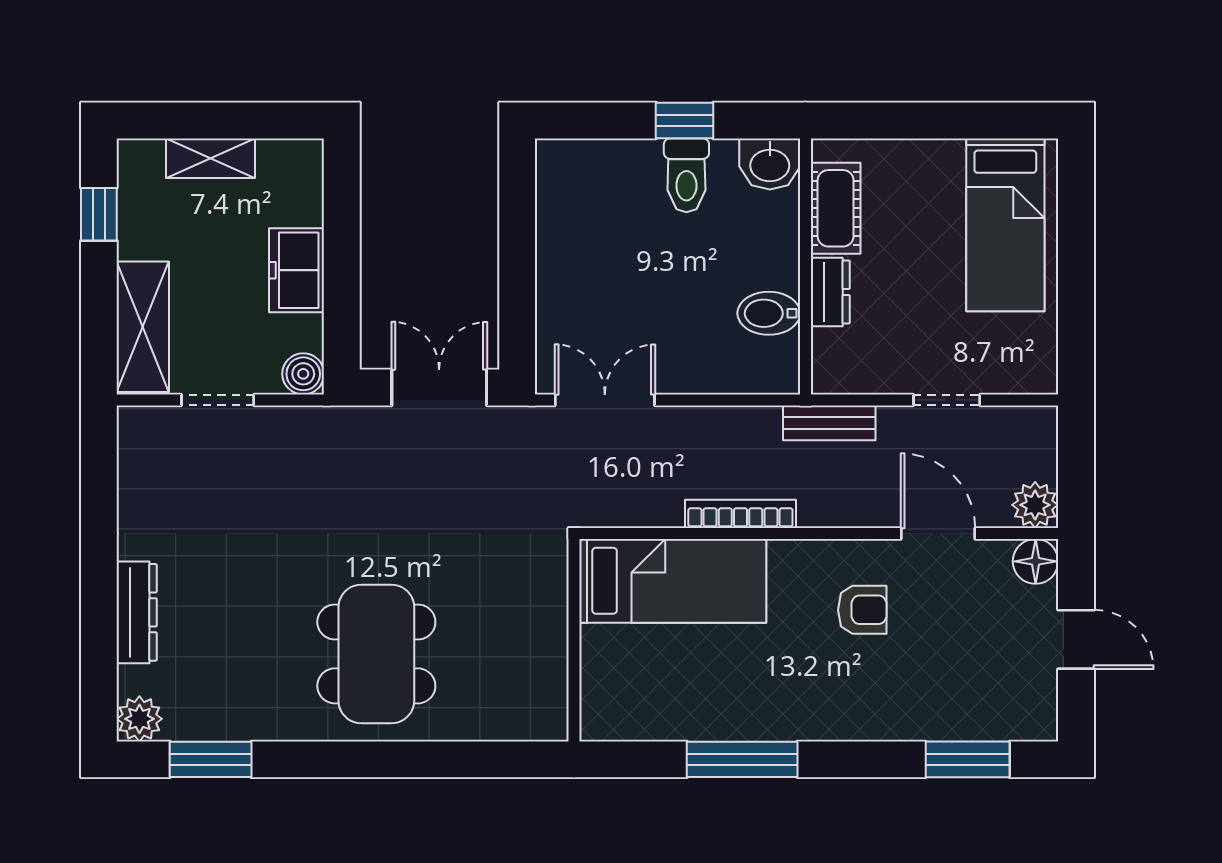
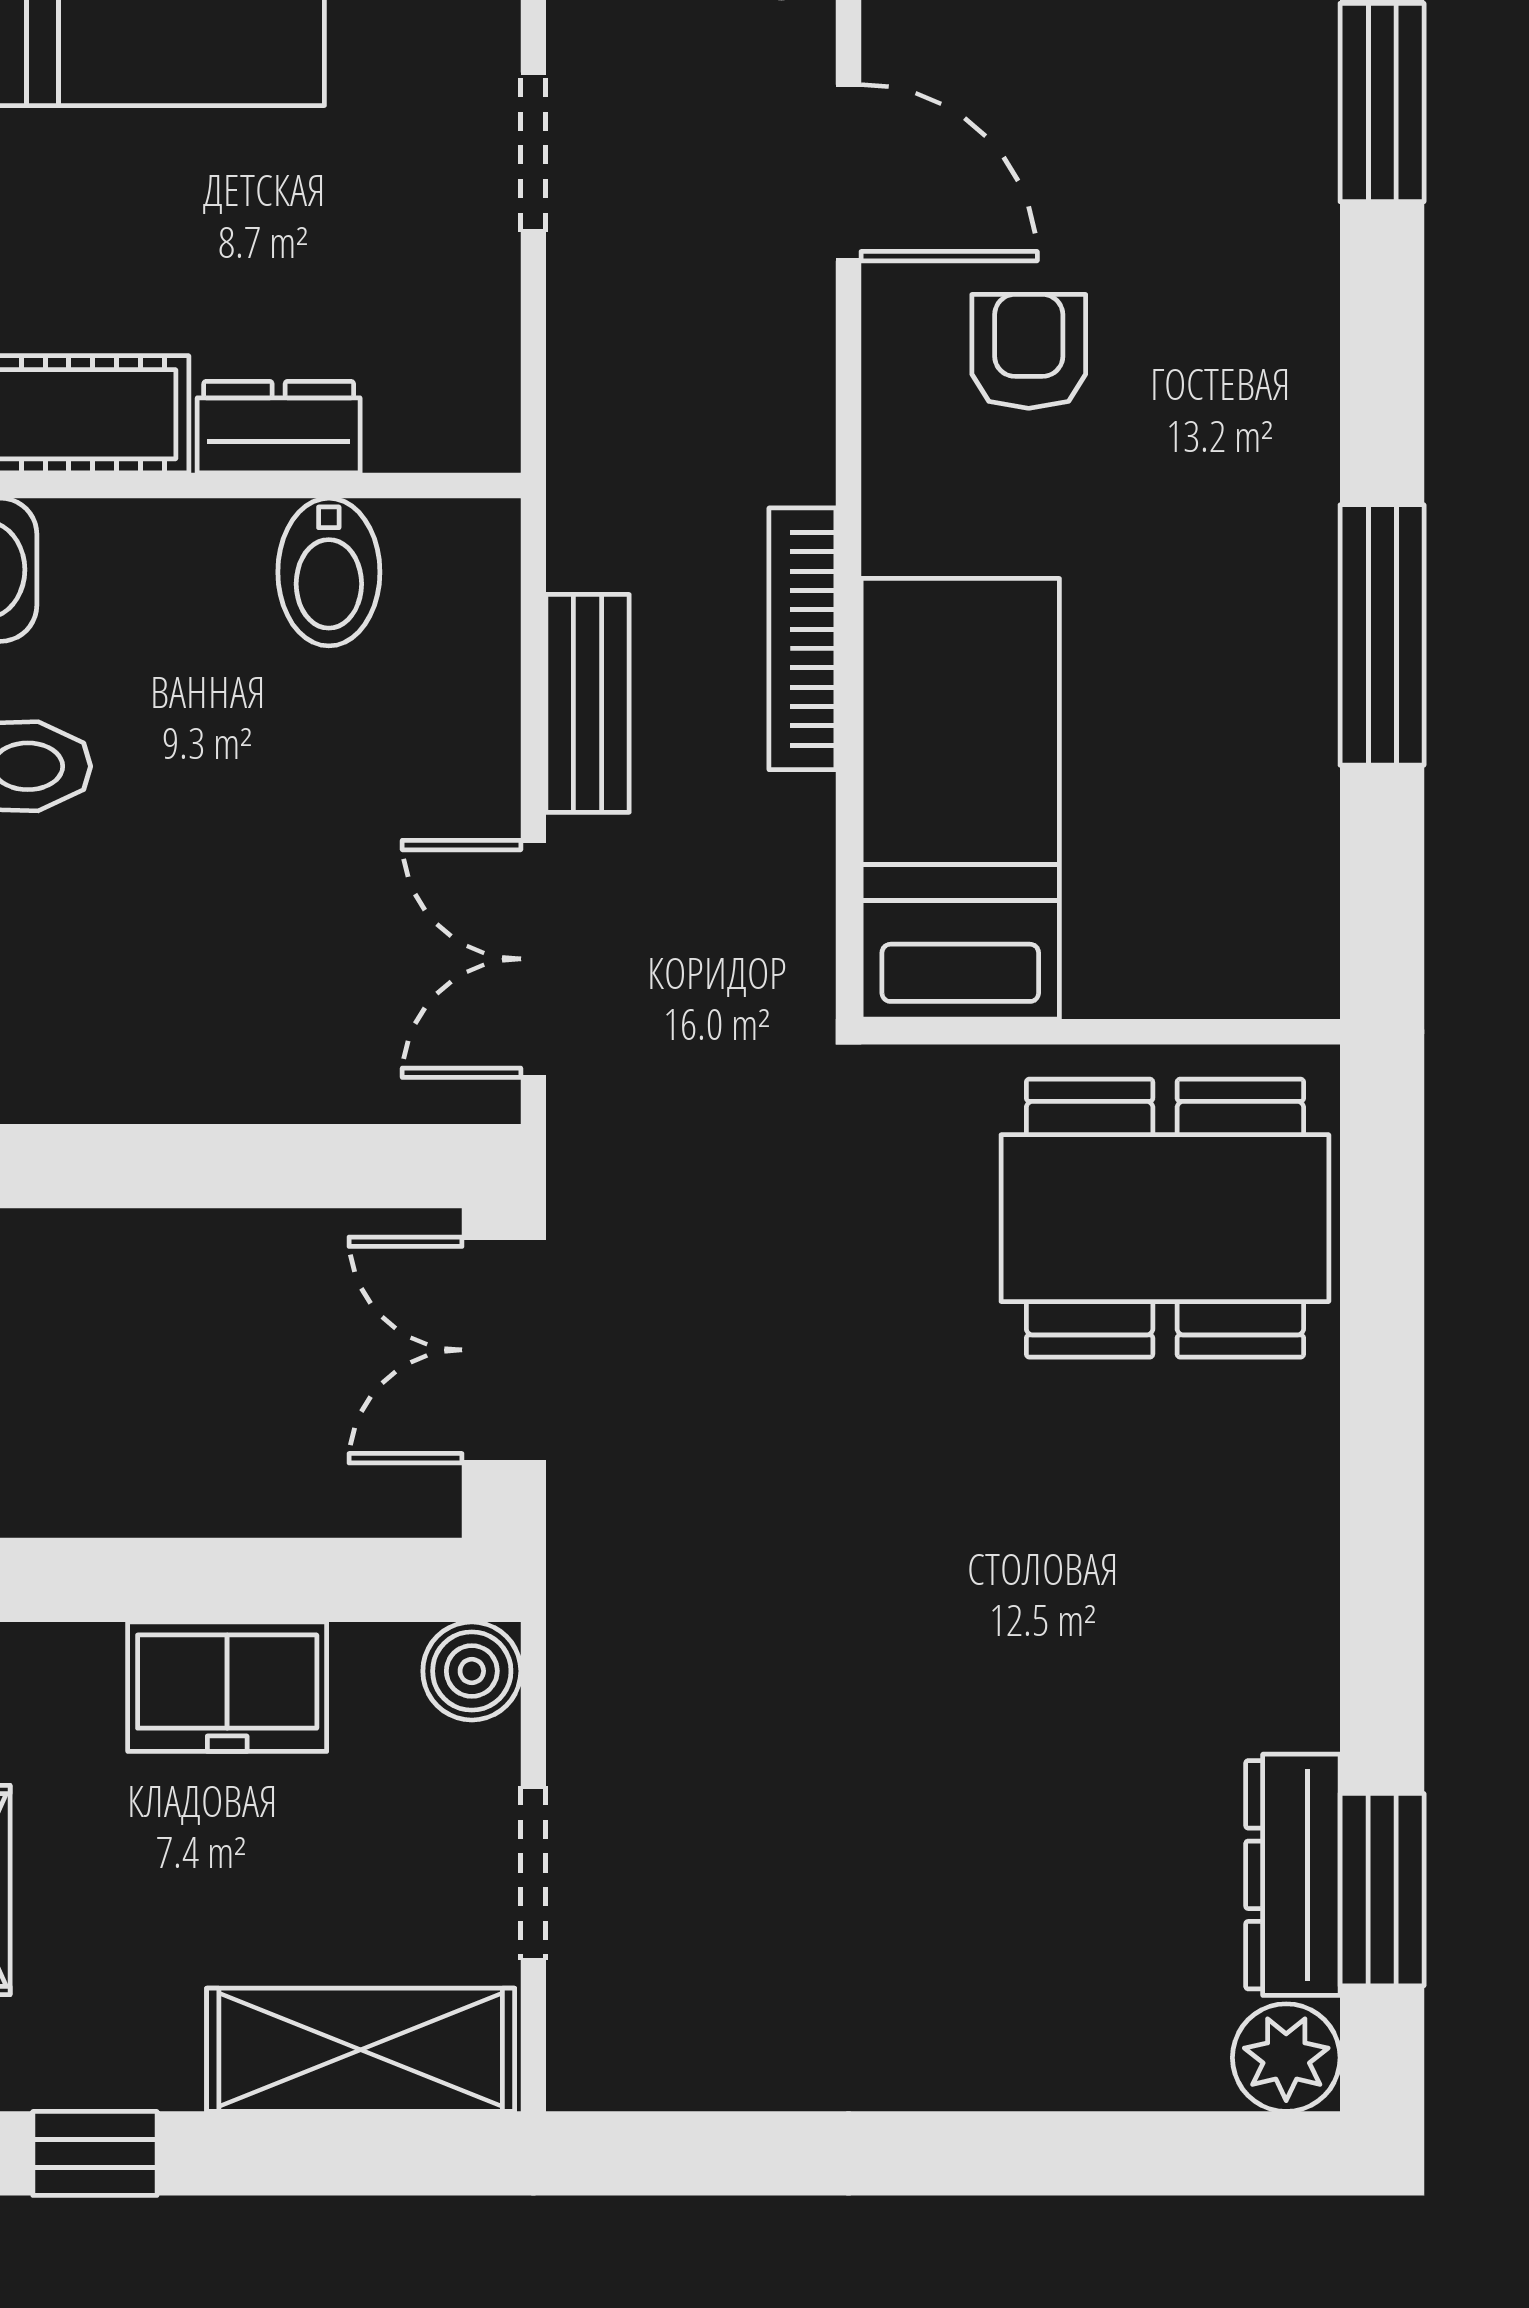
bench: (829, 423) -> (588, 703), moved
door: (938, 533) -> (848, 173), swing flipped
dresser: (137, 612) -> (1293, 1875), moved, turned -90
dining table: (376, 654) -> (1165, 1218), moved

